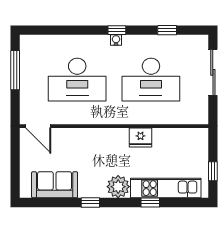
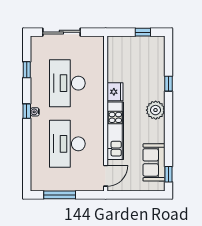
desk: (77, 80) -> (67, 144), turned 180
desk: (151, 80) -> (67, 83), turned 180
kitchen unit: (166, 188) -> (115, 131), moved, turned 180
window: (90, 202) -> (169, 174), moved

